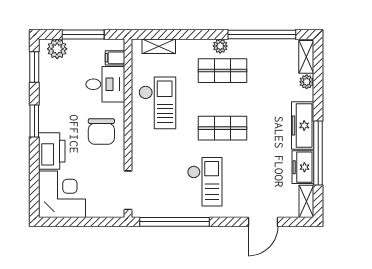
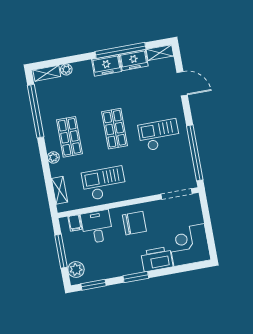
plant: (220, 46) -> (53, 157), moved
freezer: (303, 125) -> (106, 65), width x0.71

